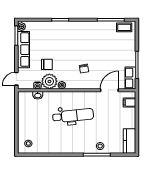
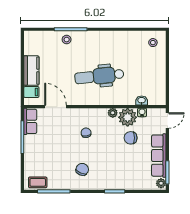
chair: (87, 38) -> (82, 169), added
door: (109, 90) -> (56, 107), swing flipped
kitchen counter: (129, 141) -> (31, 71), moved

